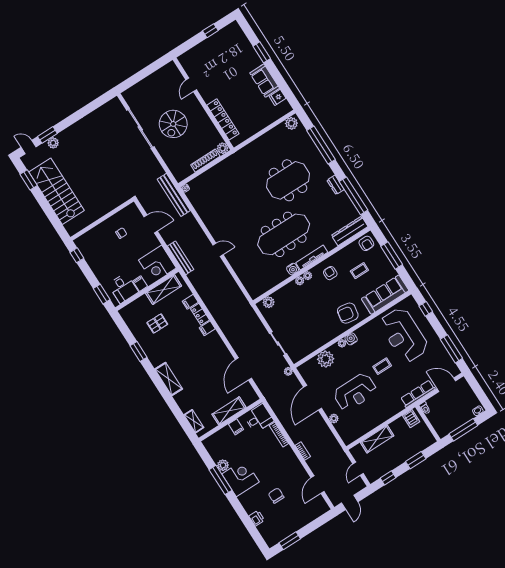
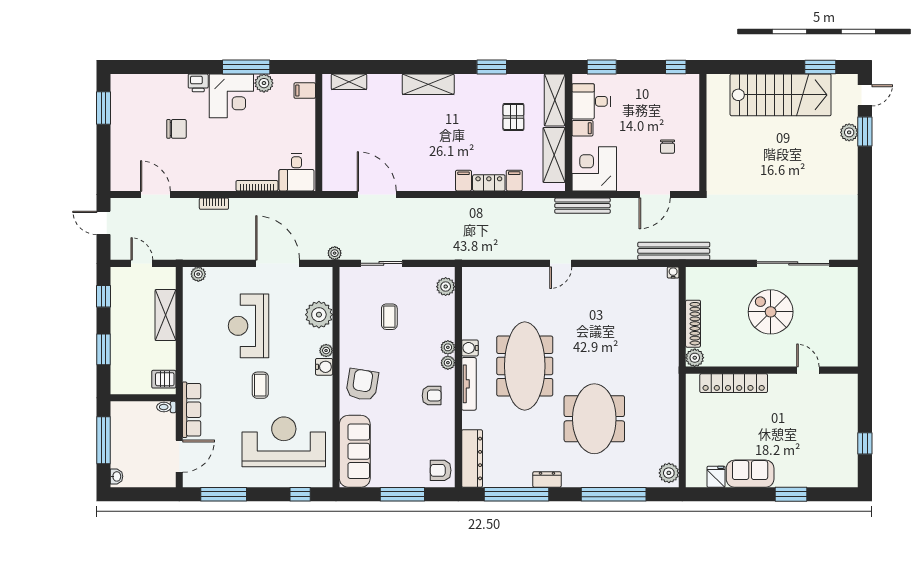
coffee table: (359, 271) -> (389, 317), moved
shelving: (229, 411) -> (555, 100), moved
plant: (334, 418) -> (198, 274), moved
filing cabinet: (236, 427) -> (305, 91), moved
printer: (257, 518) -> (198, 83), moved

